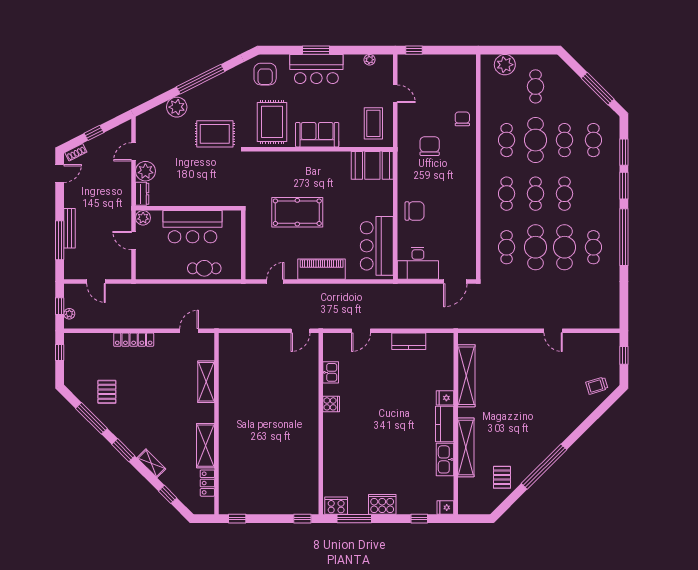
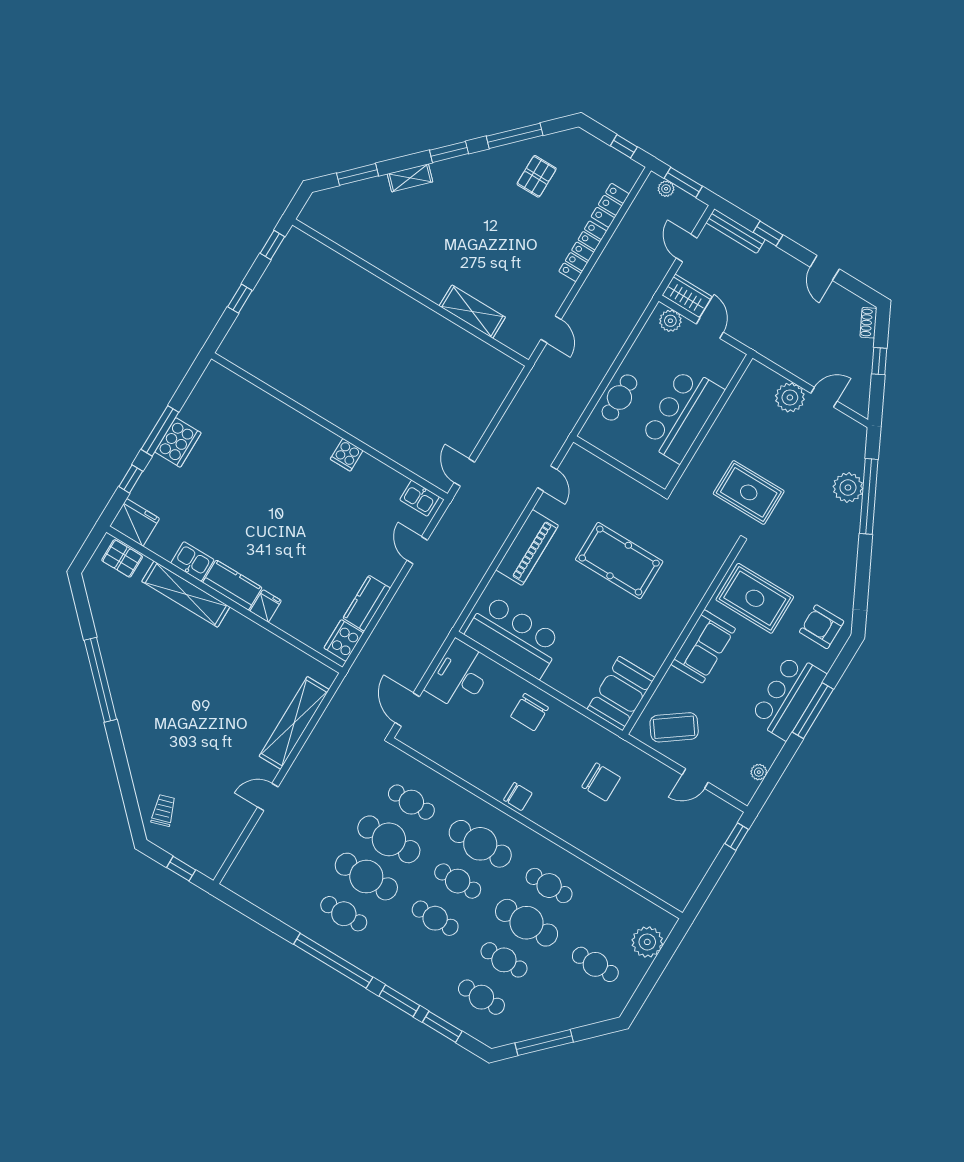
window: (316, 50) -> (813, 711), width x1.44
window: (201, 79) -> (869, 496), moved
chair: (462, 119) -> (518, 797), moved
coffee table: (373, 123) -> (674, 727), turned -36
rug: (215, 134) -> (749, 492), moved, turned 90
door: (134, 152) -> (824, 397), hinge flipped
door: (60, 173) -> (825, 268), moved
dresser: (142, 194) -> (764, 376), removed
cafe table: (507, 194) -> (480, 844), width x1.37, depth x1.35
pool table: (297, 212) -> (619, 561), turned 90
plant: (143, 218) -> (670, 321), moved
bench: (69, 228) -> (736, 231), moved
window: (60, 240) -> (768, 234), width x0.46
door: (134, 241) -> (710, 328), hinge flipped
wardrobe: (123, 265) -> (687, 296), added
door: (96, 281) -> (687, 248), hinge flipped
window: (60, 306) -> (683, 182), width x1.50
kitchen sink: (331, 372) -> (419, 498), moved
shelving: (466, 376) -> (294, 723), moved, turned 90
pallet: (107, 392) -> (537, 176), turned 90
shelving: (206, 446) -> (391, 261), removed
kitchen sink: (445, 459) -> (192, 561), width x0.73
pallet: (502, 477) -> (122, 558), moved
locker: (207, 483) -> (610, 205), moved, turned -90
window: (168, 494) -> (357, 174), width x1.50
cooker: (336, 506) -> (344, 641), moved, turned 180
fridge: (445, 507) -> (135, 522), width x1.88, depth x1.34
window: (302, 519) -> (240, 299), moved
window: (354, 519) -> (160, 431), moved

